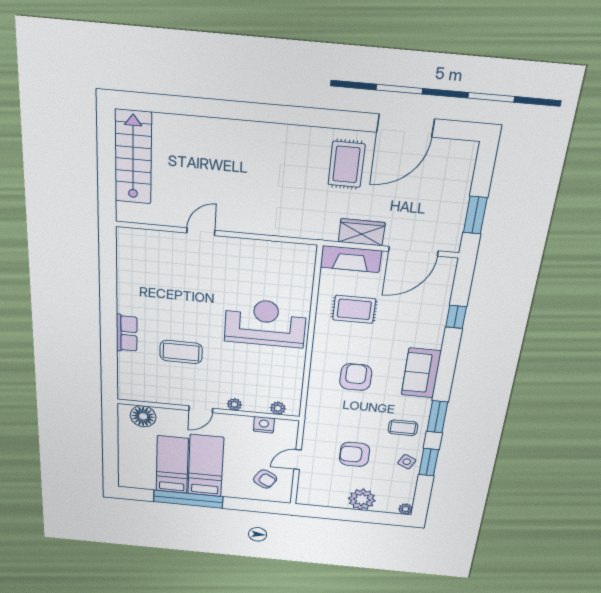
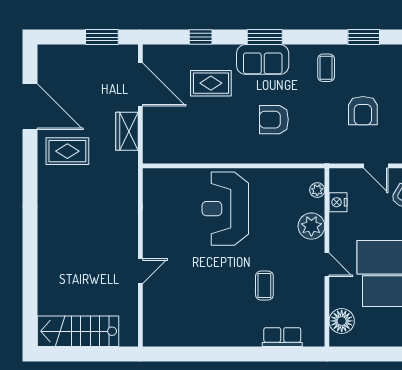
door: (201, 232) -> (140, 271), swing flipped
fireplace: (351, 259) -> (153, 138), removed
rug: (354, 309) -> (211, 83), moved, turned 90
row of seats: (127, 333) -> (282, 337), moved
coffee table: (181, 352) -> (264, 286), width x0.73, depth x0.77
plant: (234, 404) -> (311, 226), width x1.88, depth x1.88
window: (437, 417) -> (265, 37), moved
side table: (407, 462) -> (366, 58), removed

